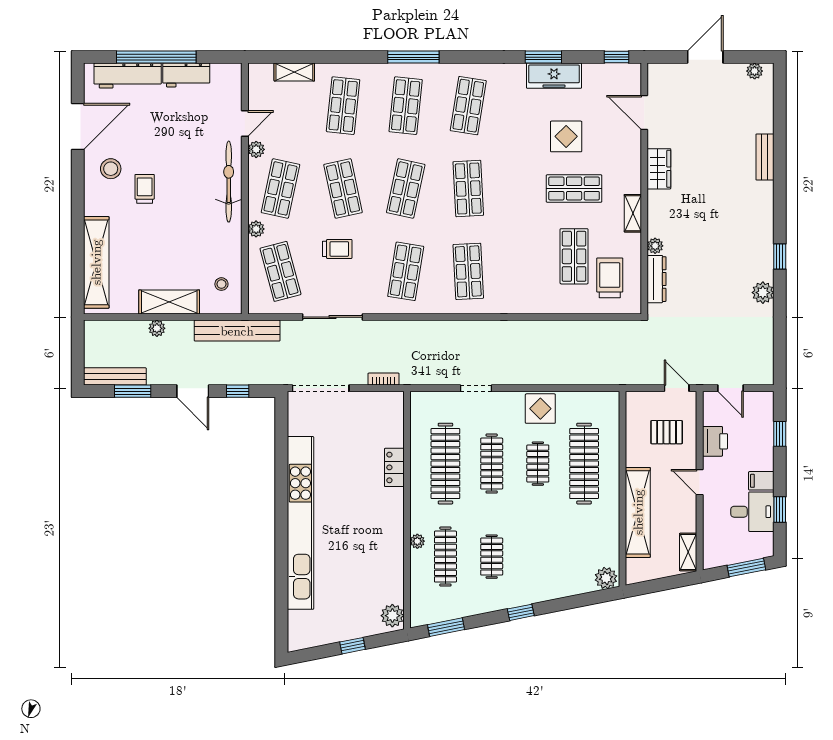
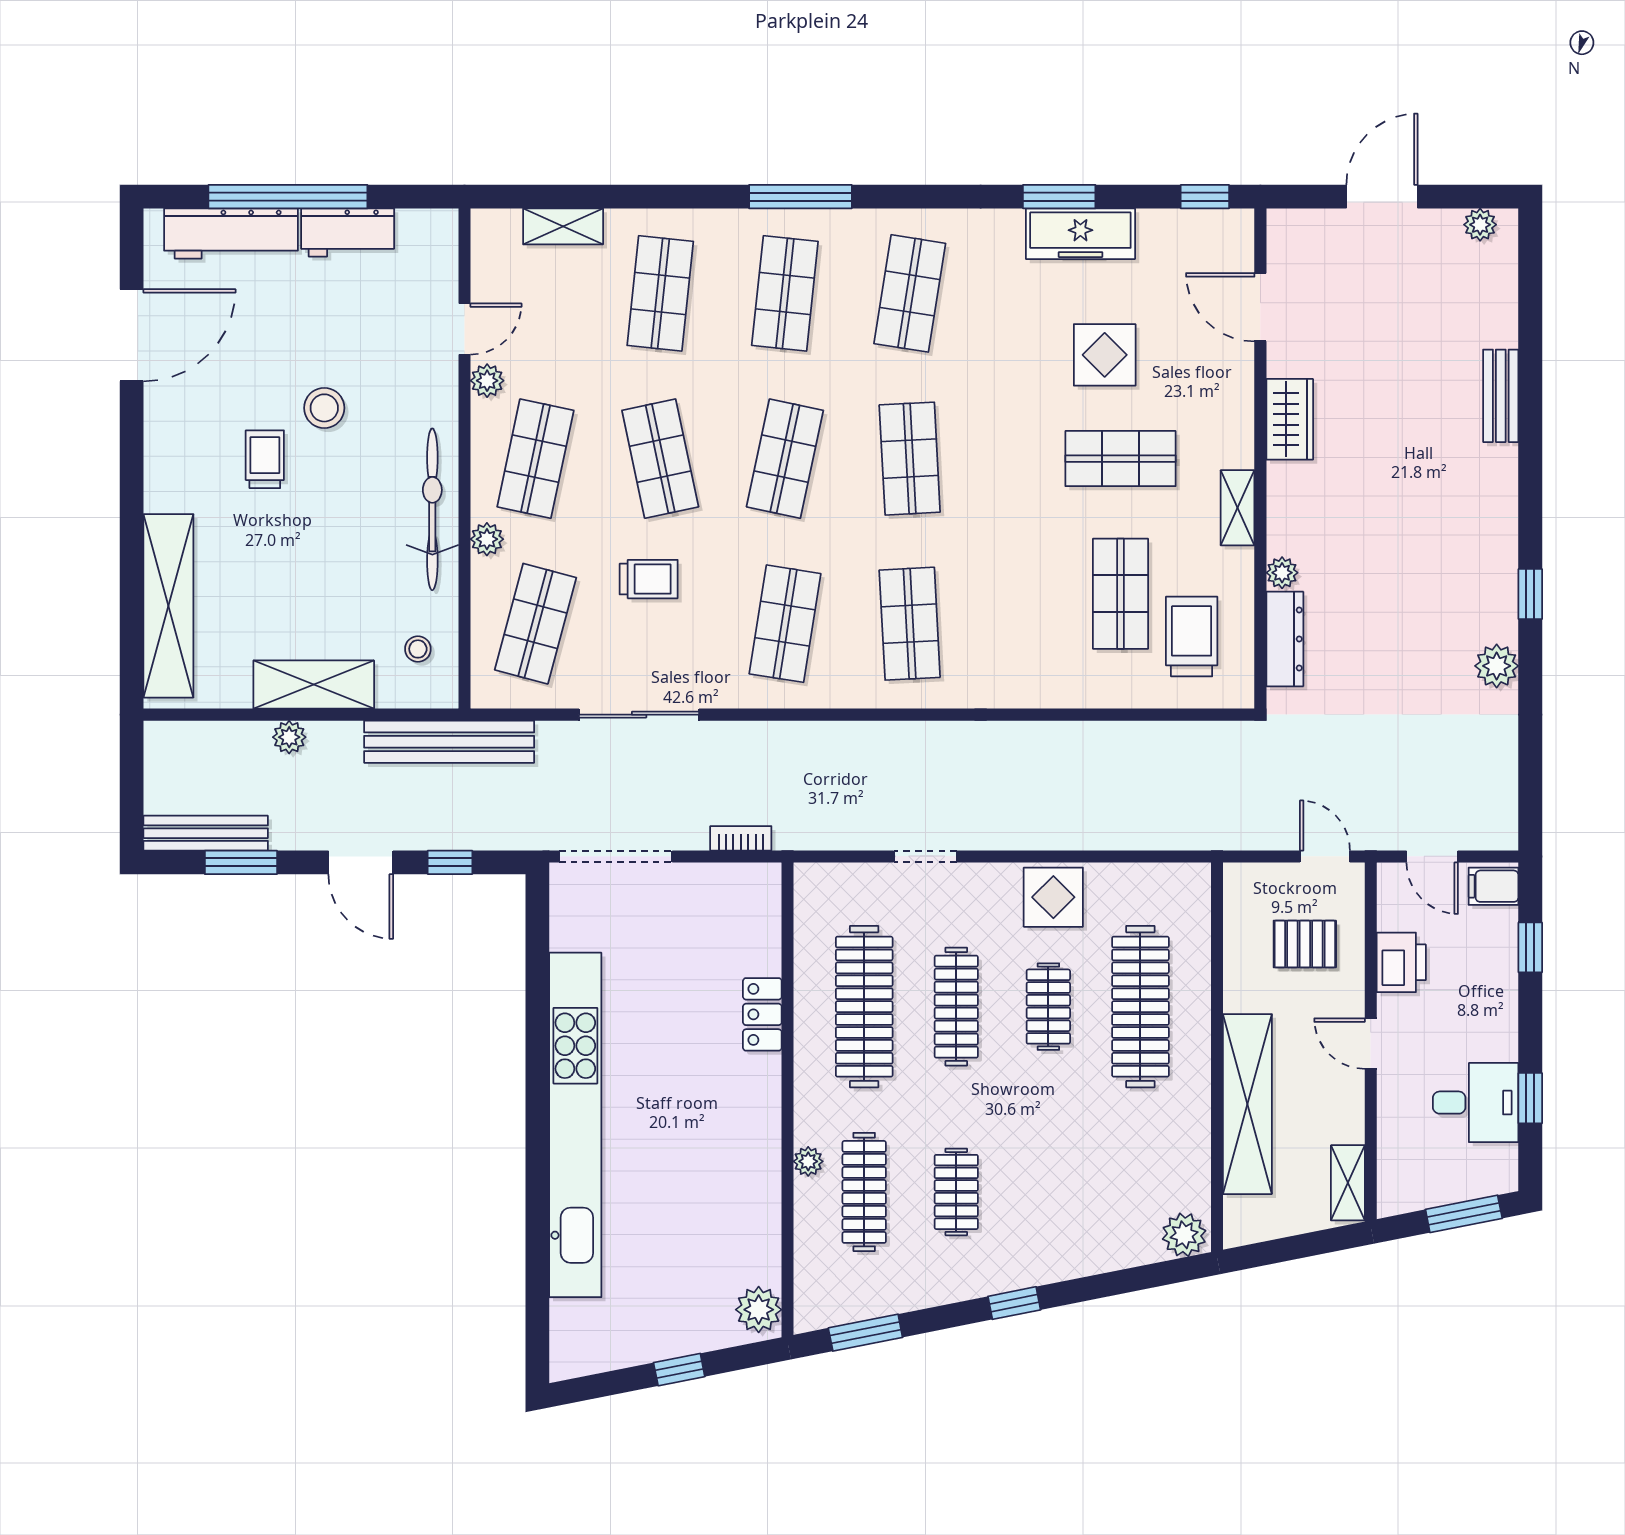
stool: (111, 169) -> (324, 408), moved
bicycle: (229, 182) -> (432, 509), moved
shop shelf: (280, 271) -> (535, 624), turned 30
filing cabinet: (761, 481) -> (1493, 886), moved

